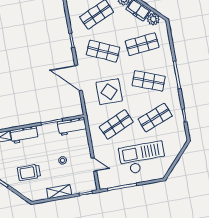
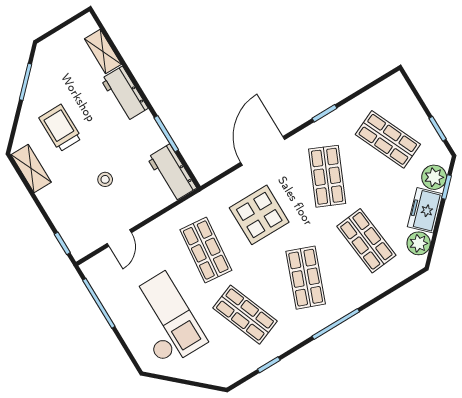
shop shelf: (116, 124) -> (206, 250), turned 30
shelving: (59, 192) -> (31, 168), moved

